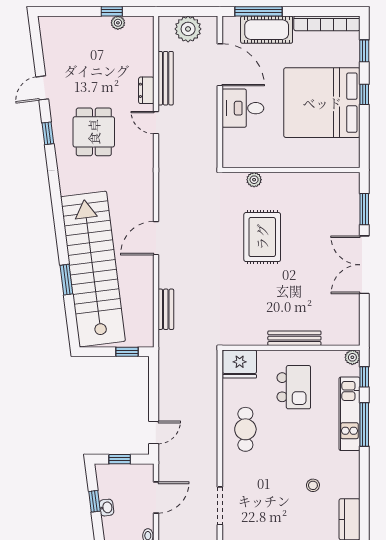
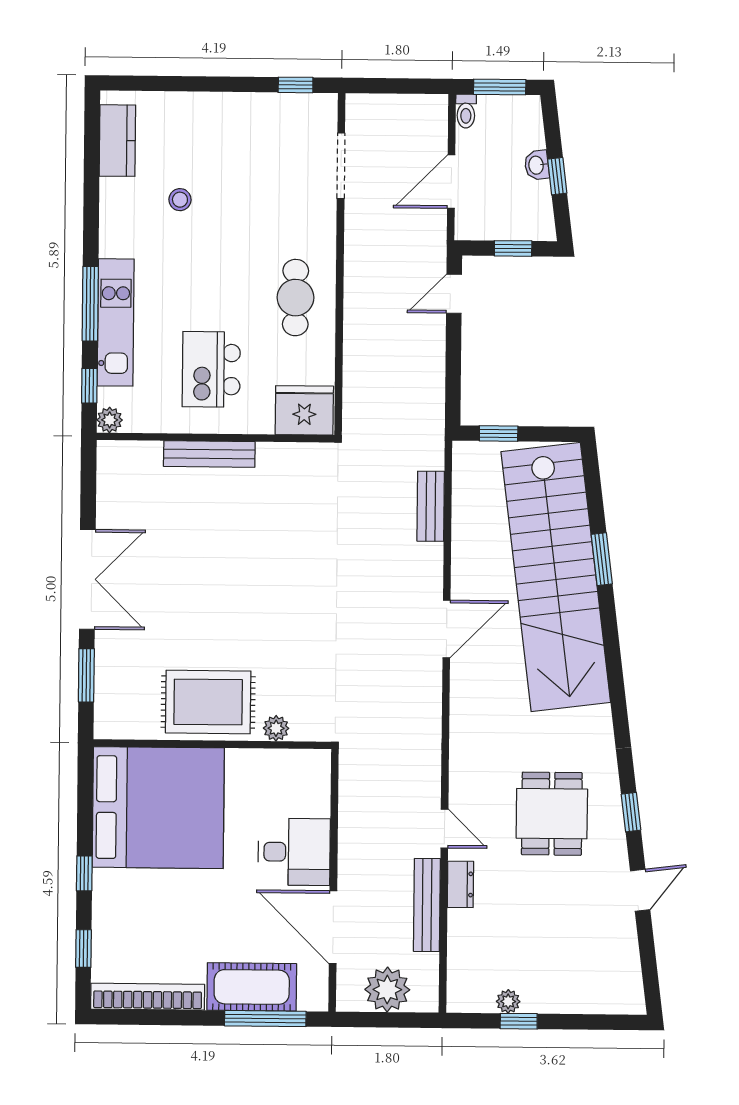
bed: (322, 103) -> (158, 808), moved
rug: (262, 237) -> (208, 702), moved, turned 90

